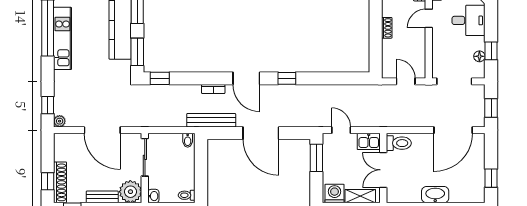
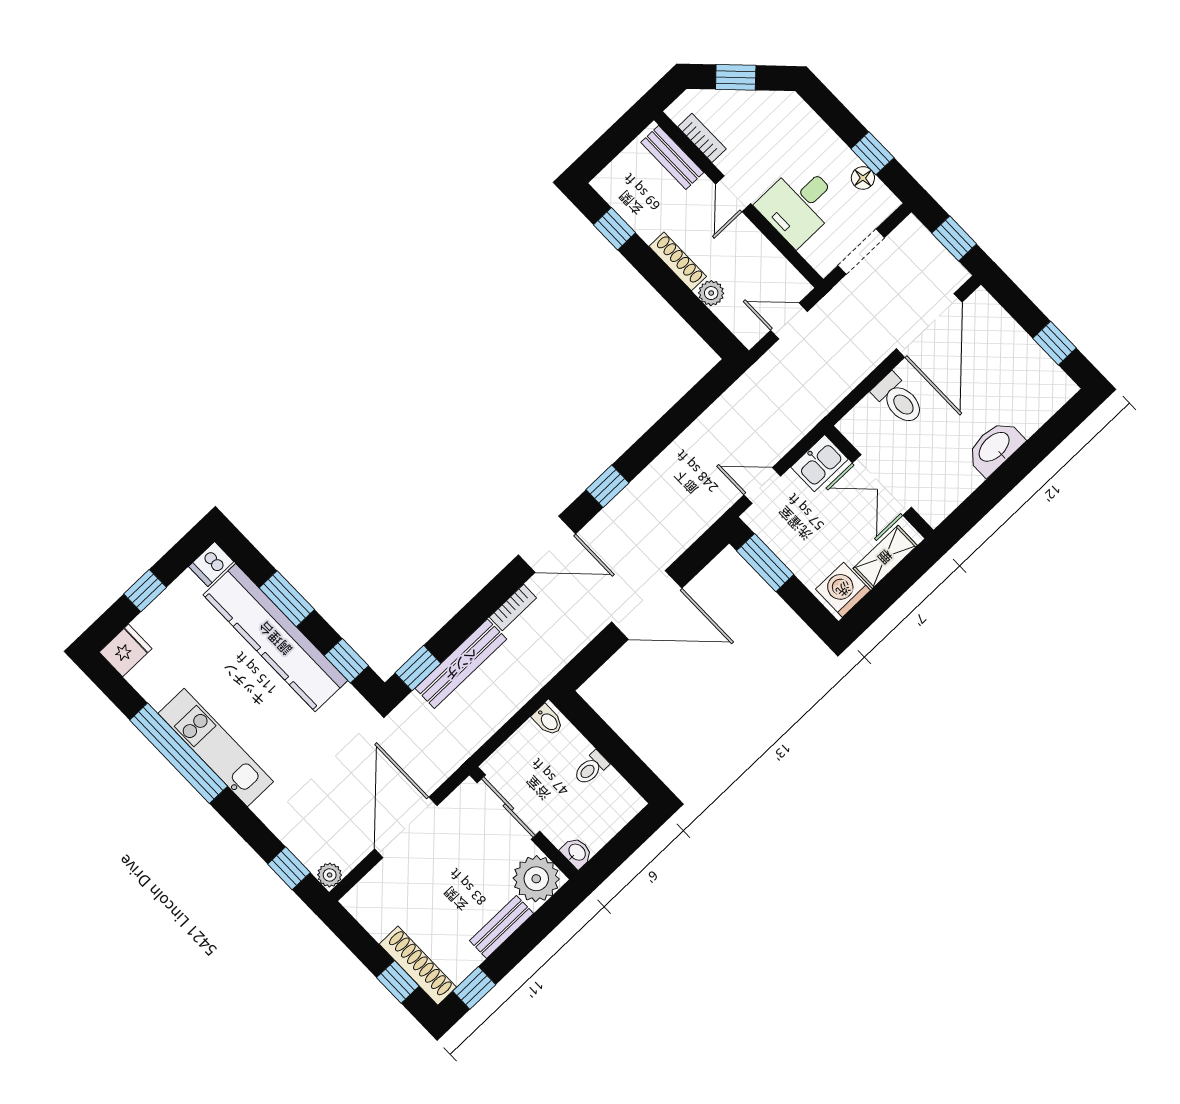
desk: (469, 20) -> (799, 204), moved, turned 180
shoe rack: (387, 28) -> (678, 261), width x1.43
plant: (388, 46) -> (711, 293), added
window: (137, 52) -> (346, 661), width x0.67
doorway: (454, 81) -> (861, 252), width x0.73
bench: (211, 120) -> (461, 664), moved
door: (102, 130) -> (406, 827), swing flipped
toilet: (399, 143) -> (898, 399), moved, turned 90
toilet: (187, 195) -> (591, 768), moved

